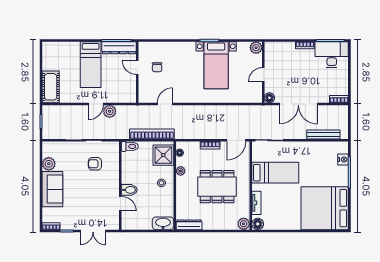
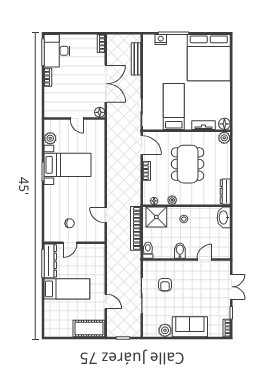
plant: (256, 48) -> (50, 138), moved
door: (96, 104) -> (106, 301), moved
plant: (110, 111) -> (113, 270), removed
bidet: (129, 190) -> (180, 251), moved

